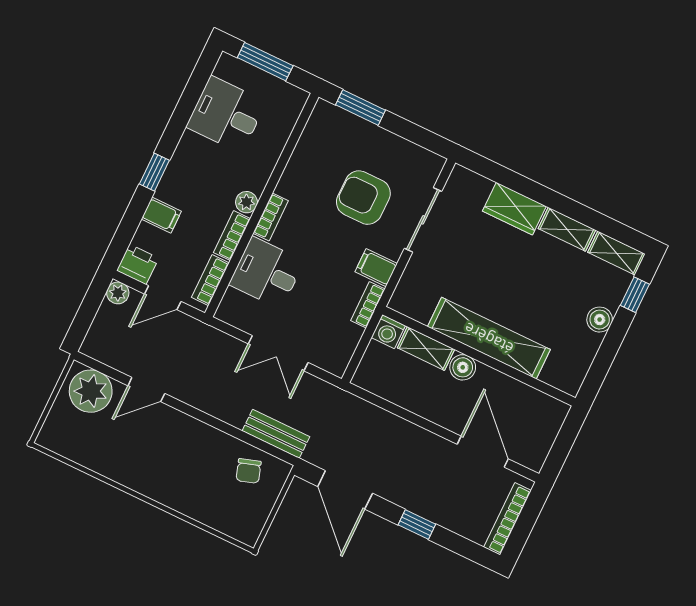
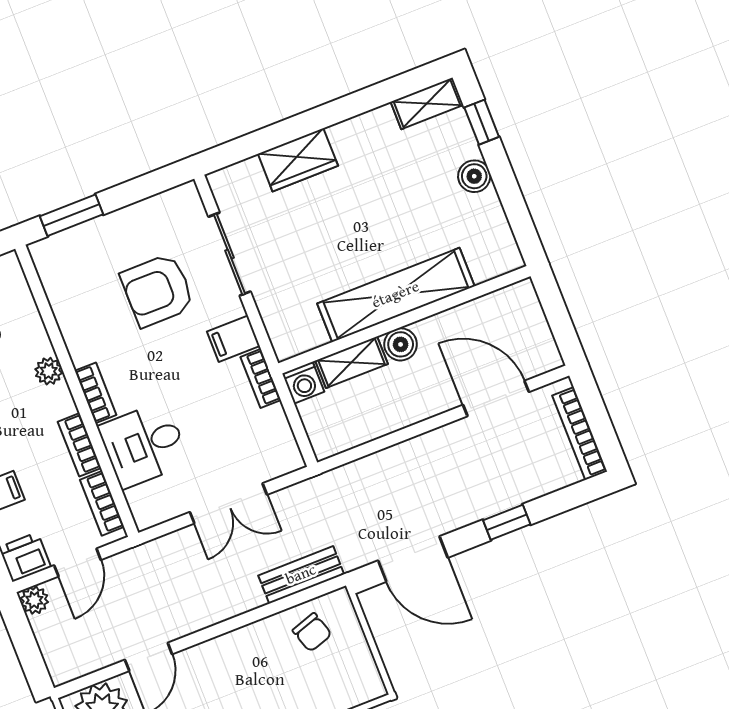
plant: (246, 202) -> (49, 371), moved
shelving: (567, 229) -> (362, 129), removed

